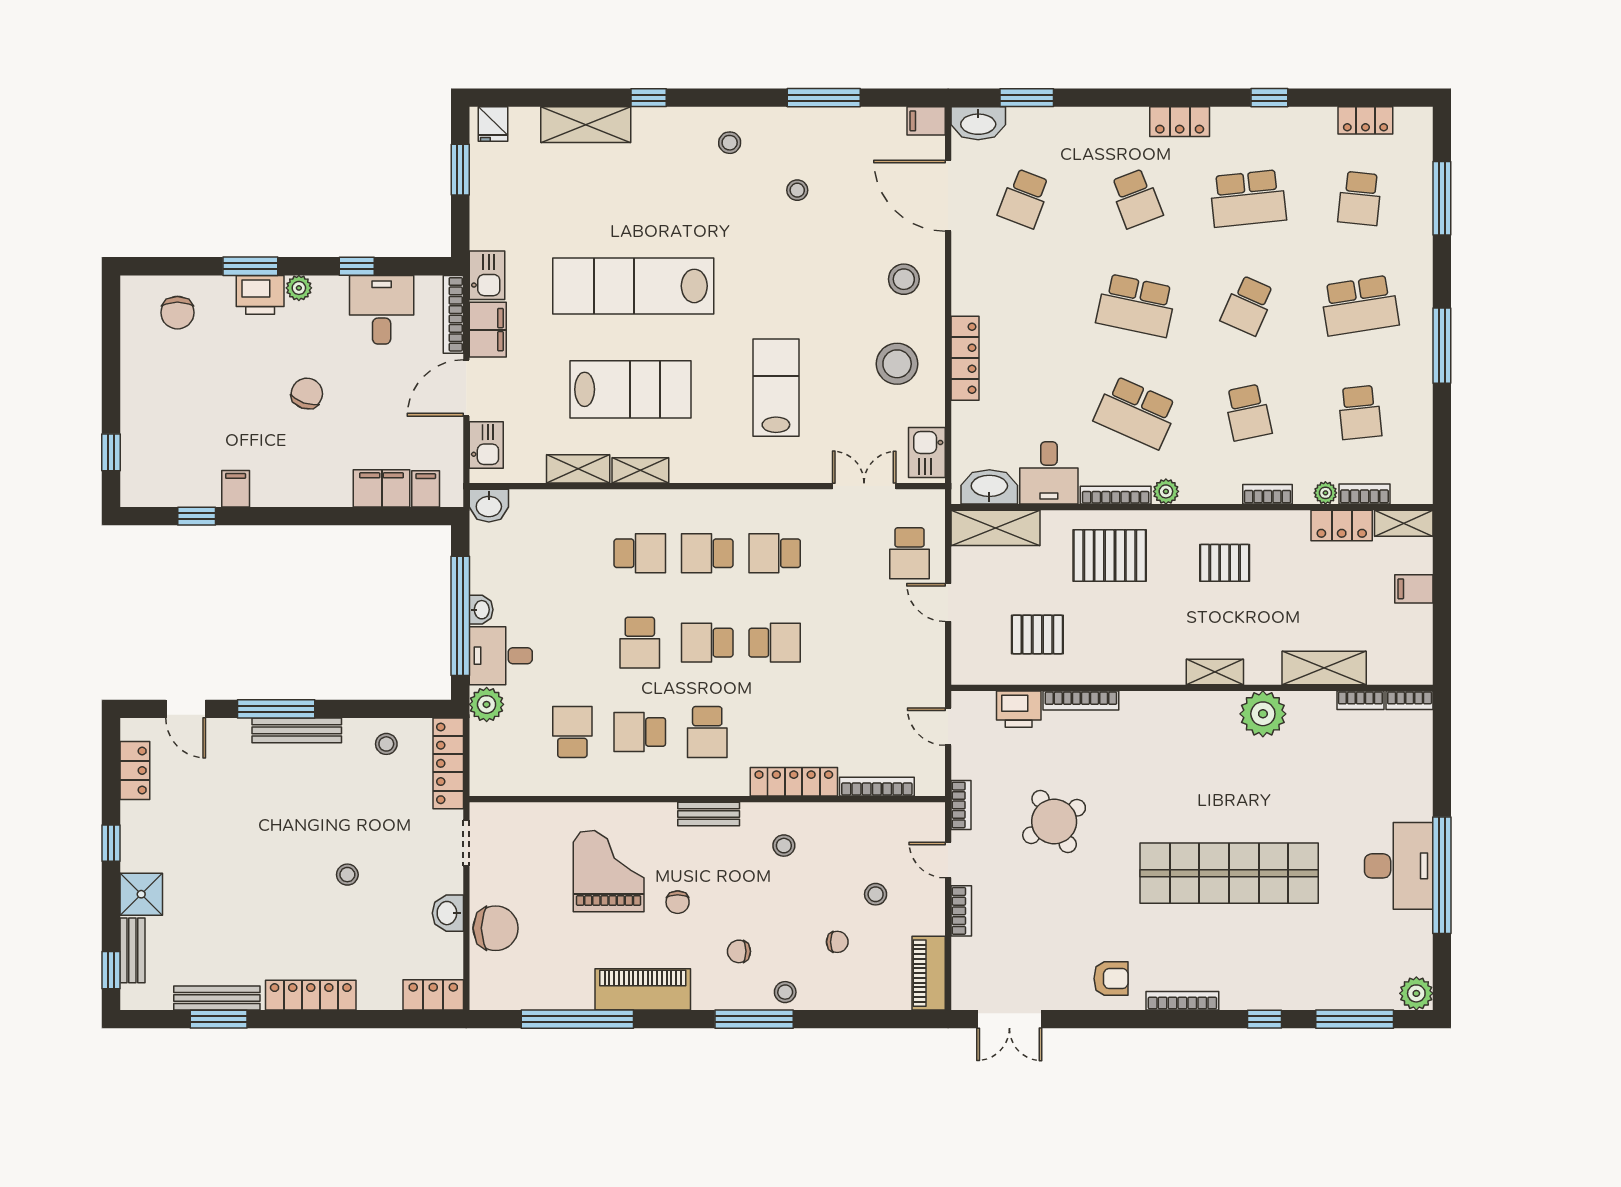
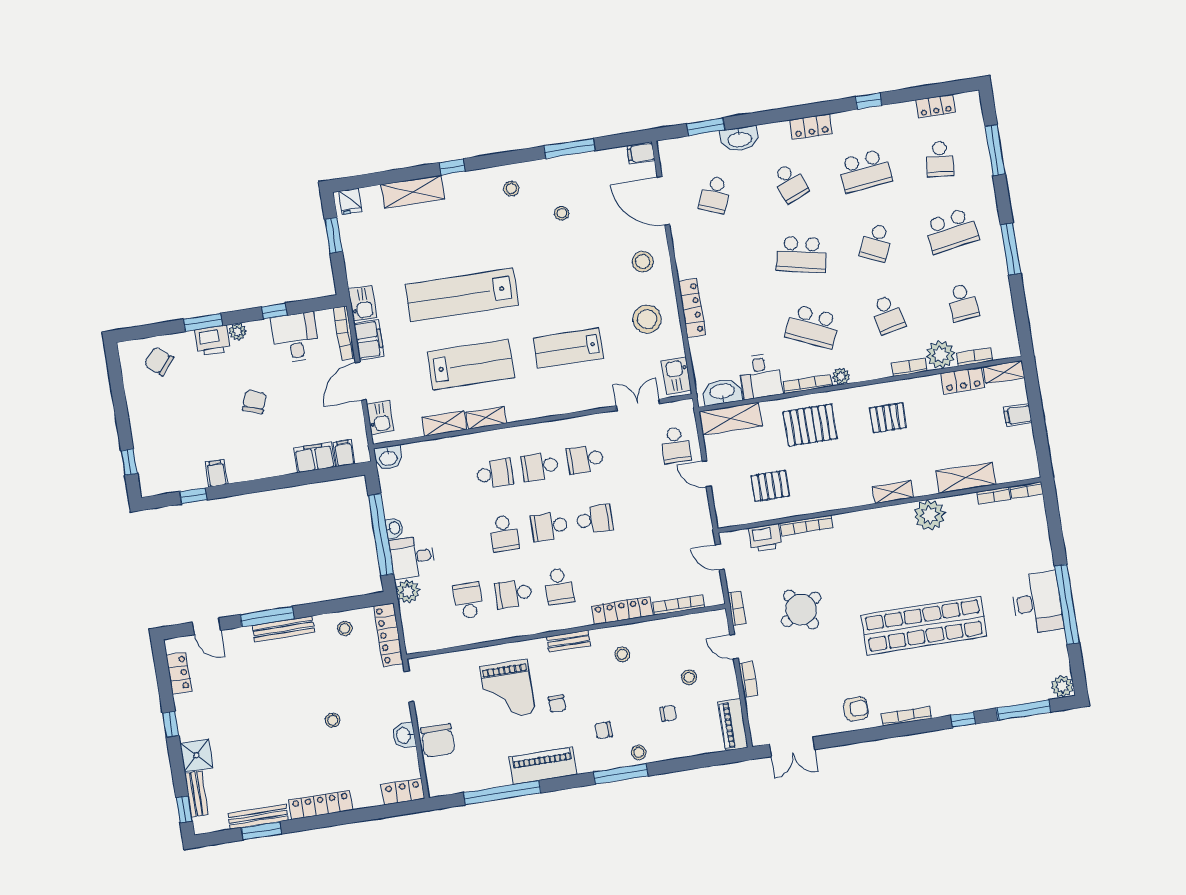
washbasin: (978, 123) -> (740, 139), moved
chair: (177, 313) -> (159, 361), turned 130
lab bench: (776, 388) -> (568, 348), turned -90
plant: (1325, 493) -> (941, 355), width x1.88, depth x1.88
grand piano: (609, 871) -> (507, 690), turned 180
chair: (496, 928) -> (438, 740), turned 90

